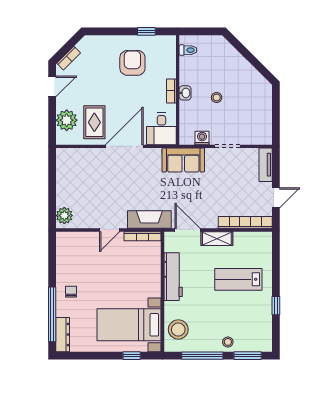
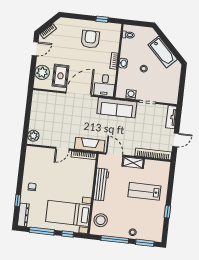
bathtub: (242, 70) -> (163, 52), added
sofa: (183, 160) -> (117, 108), width x1.36
window: (52, 314) -> (18, 201), width x0.32
window: (93, 356) -> (42, 231), added

